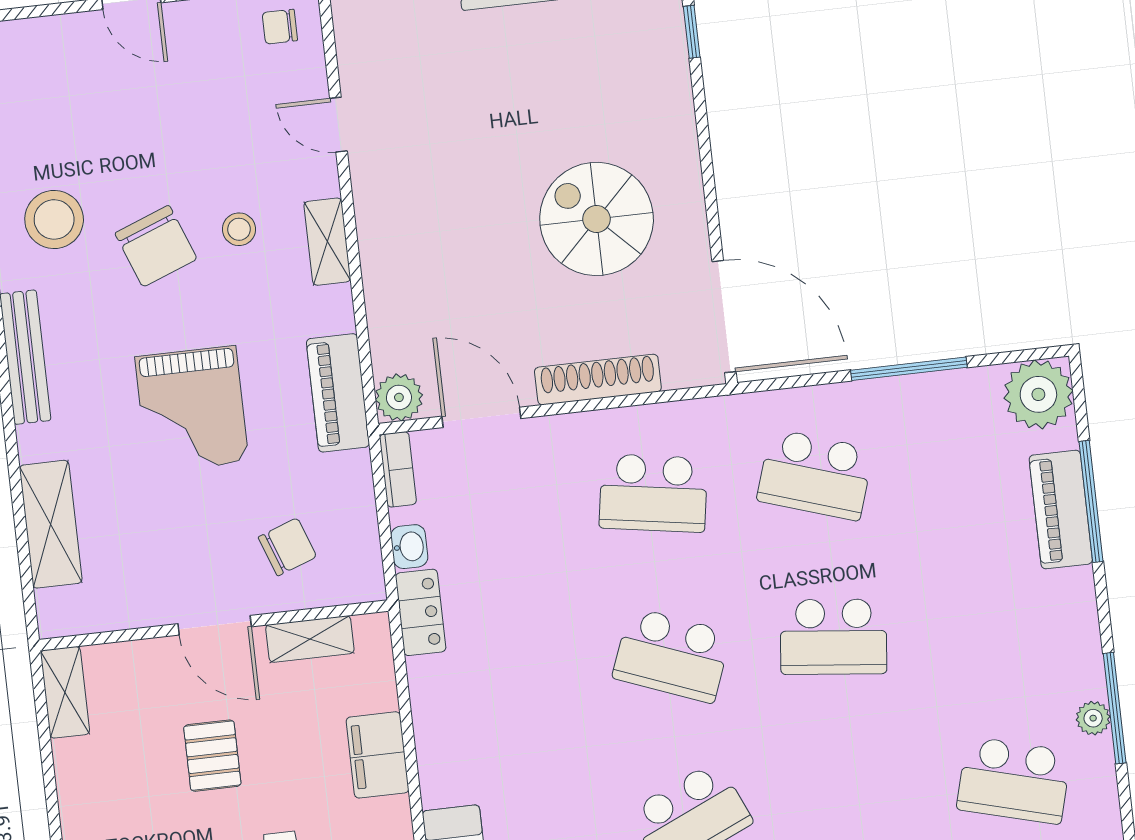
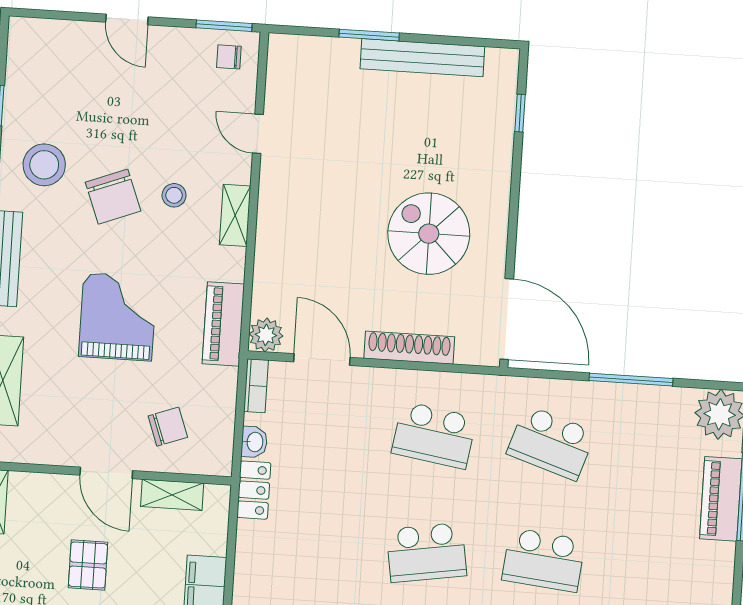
grand piano: (192, 409) -> (118, 317), turned 180
school desk: (672, 655) -> (426, 552), turned -30

